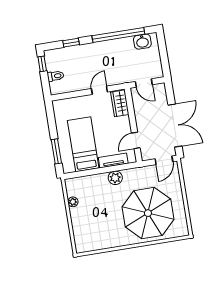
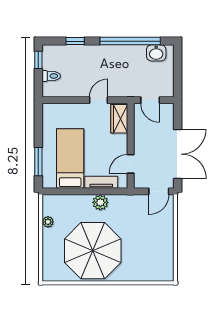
parasol: (148, 213) -> (93, 251), moved

